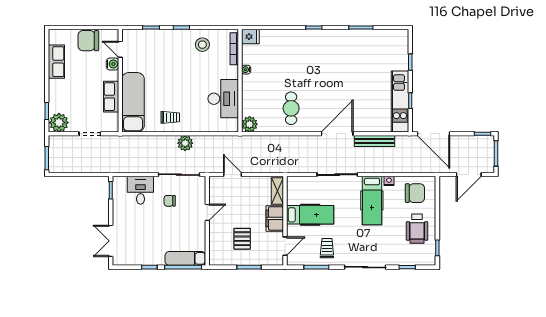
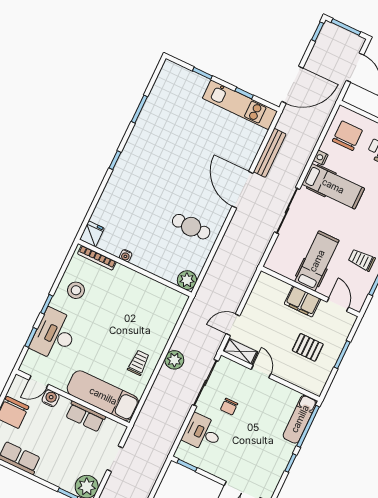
desk: (223, 99) -> (54, 335), moved, turned -90
shelving: (277, 191) -> (240, 351), moved

